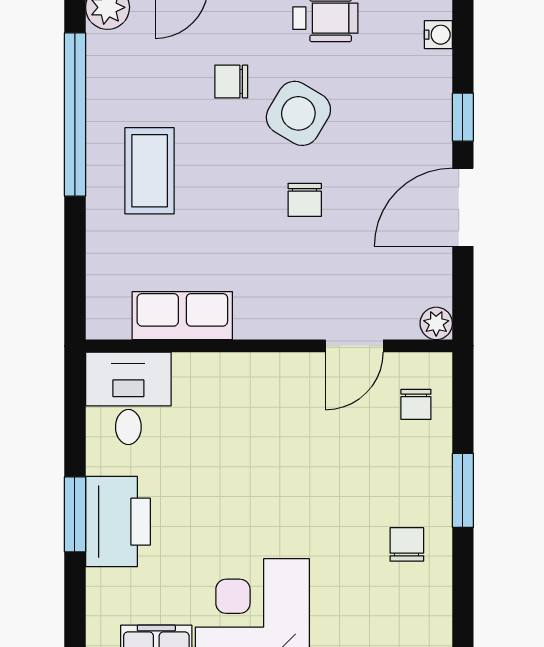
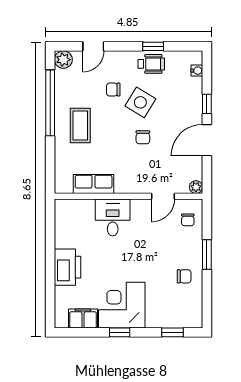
desk: (128, 398) -> (113, 217), moved
window: (75, 514) -> (50, 264), removed
chair: (407, 544) -> (184, 276), turned 90

